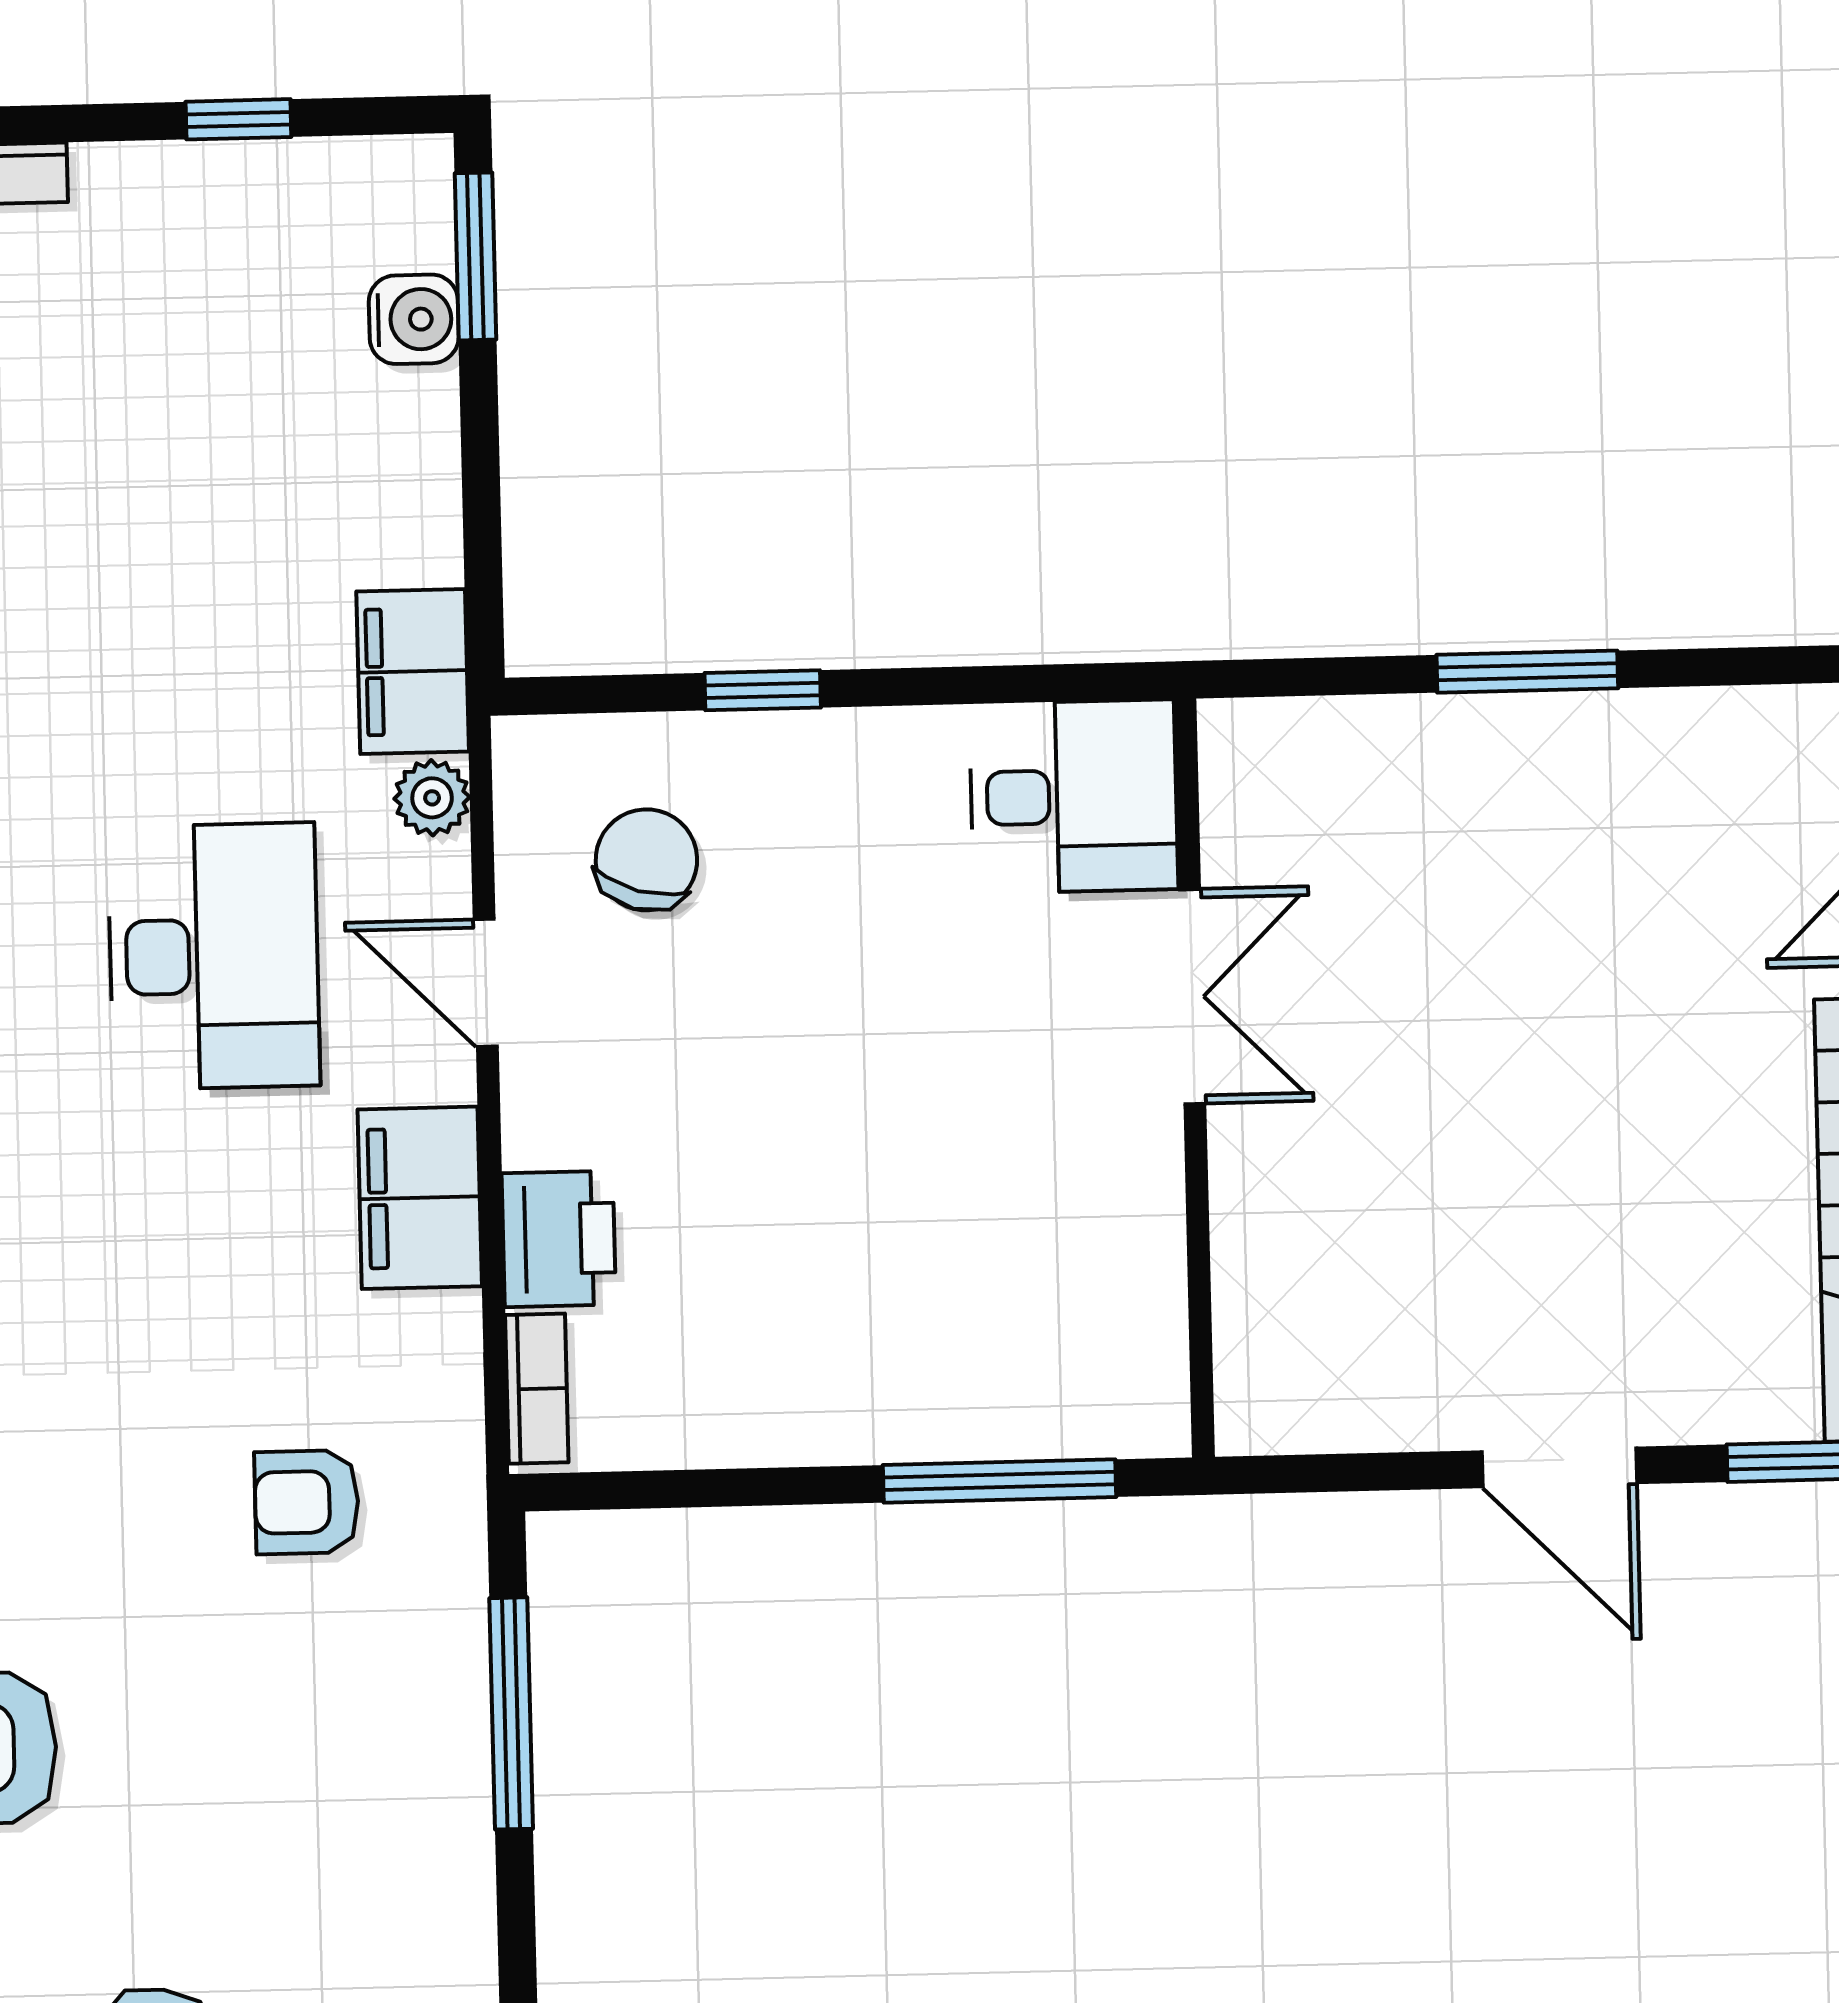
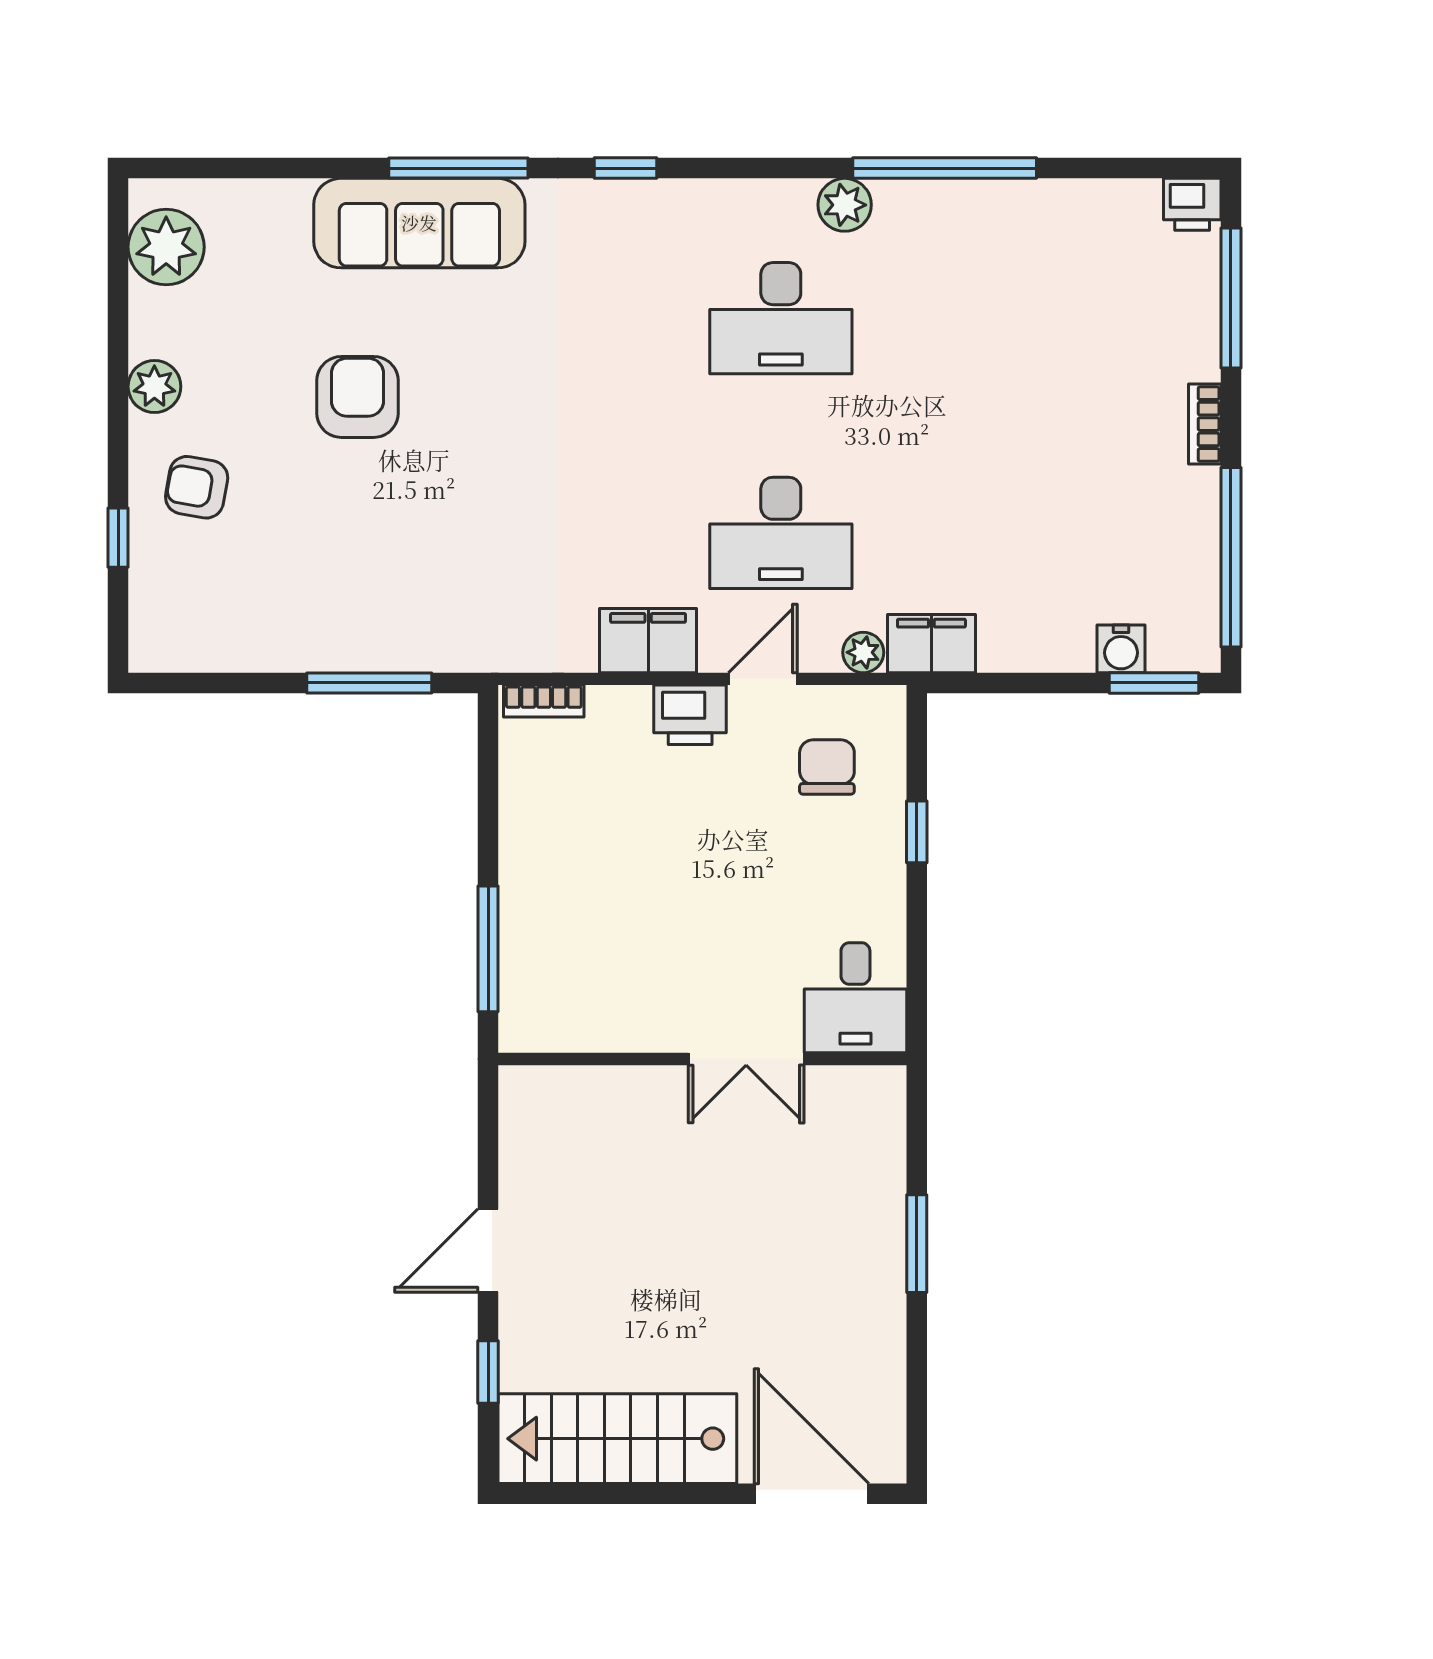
window: (238, 119) -> (1231, 557), width x3.17
chair: (646, 860) -> (827, 767), turned -106
printer: (559, 1239) -> (690, 715), moved
armchair: (307, 1502) -> (486, 576), removed

